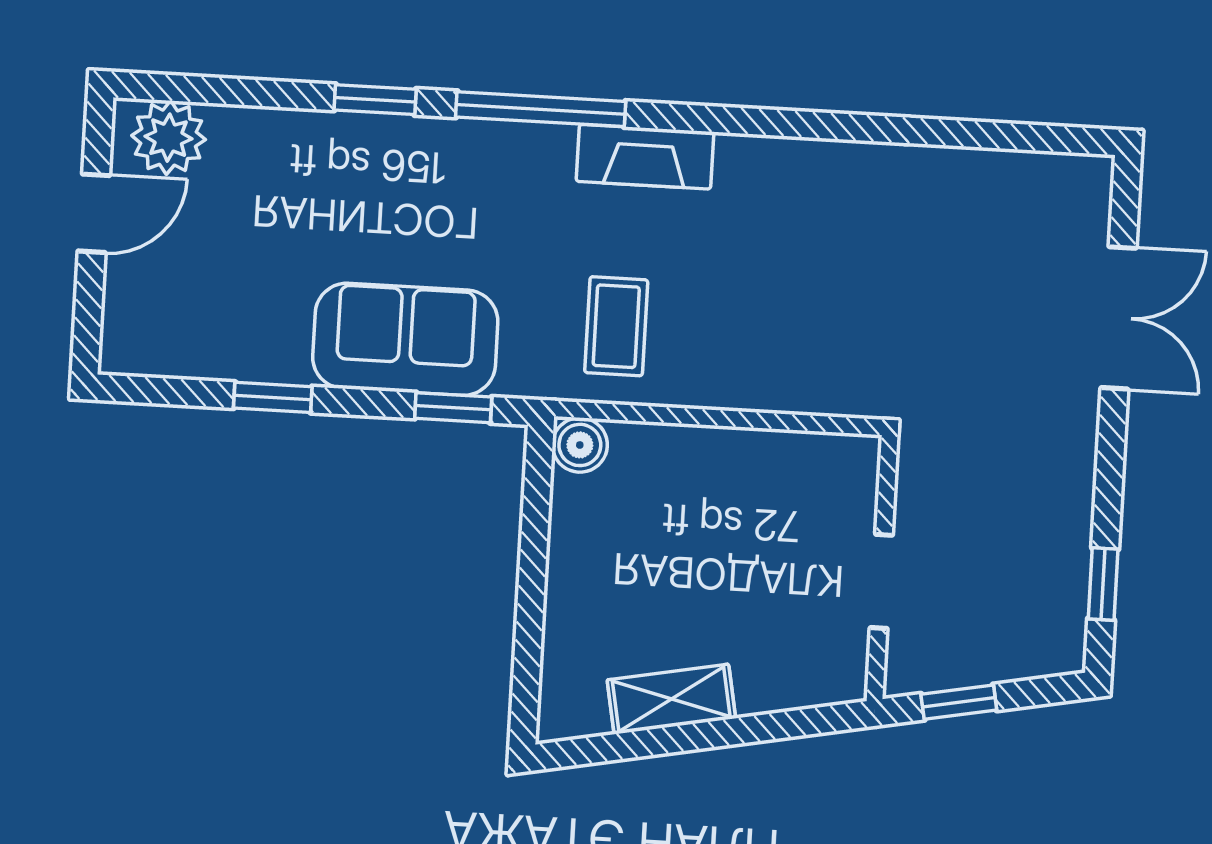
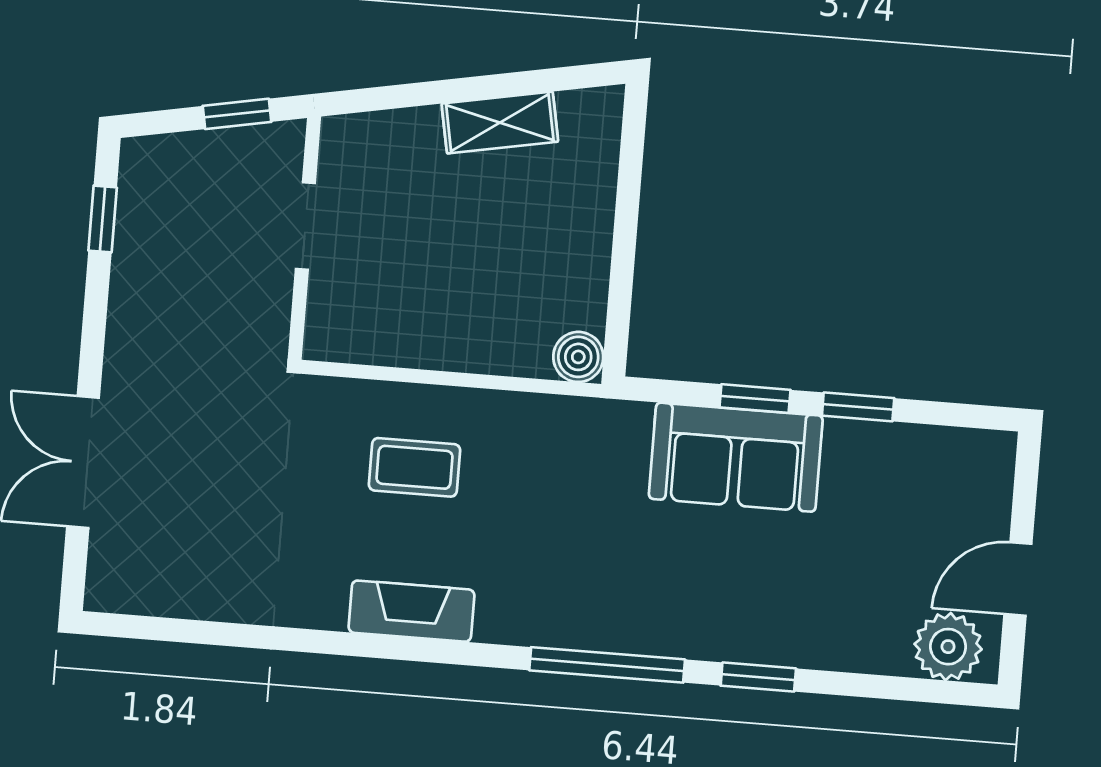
fireplace: (645, 157) -> (411, 611), moved
coffee table: (616, 326) -> (415, 467), moved, turned 90
window: (453, 408) -> (755, 399), moved

